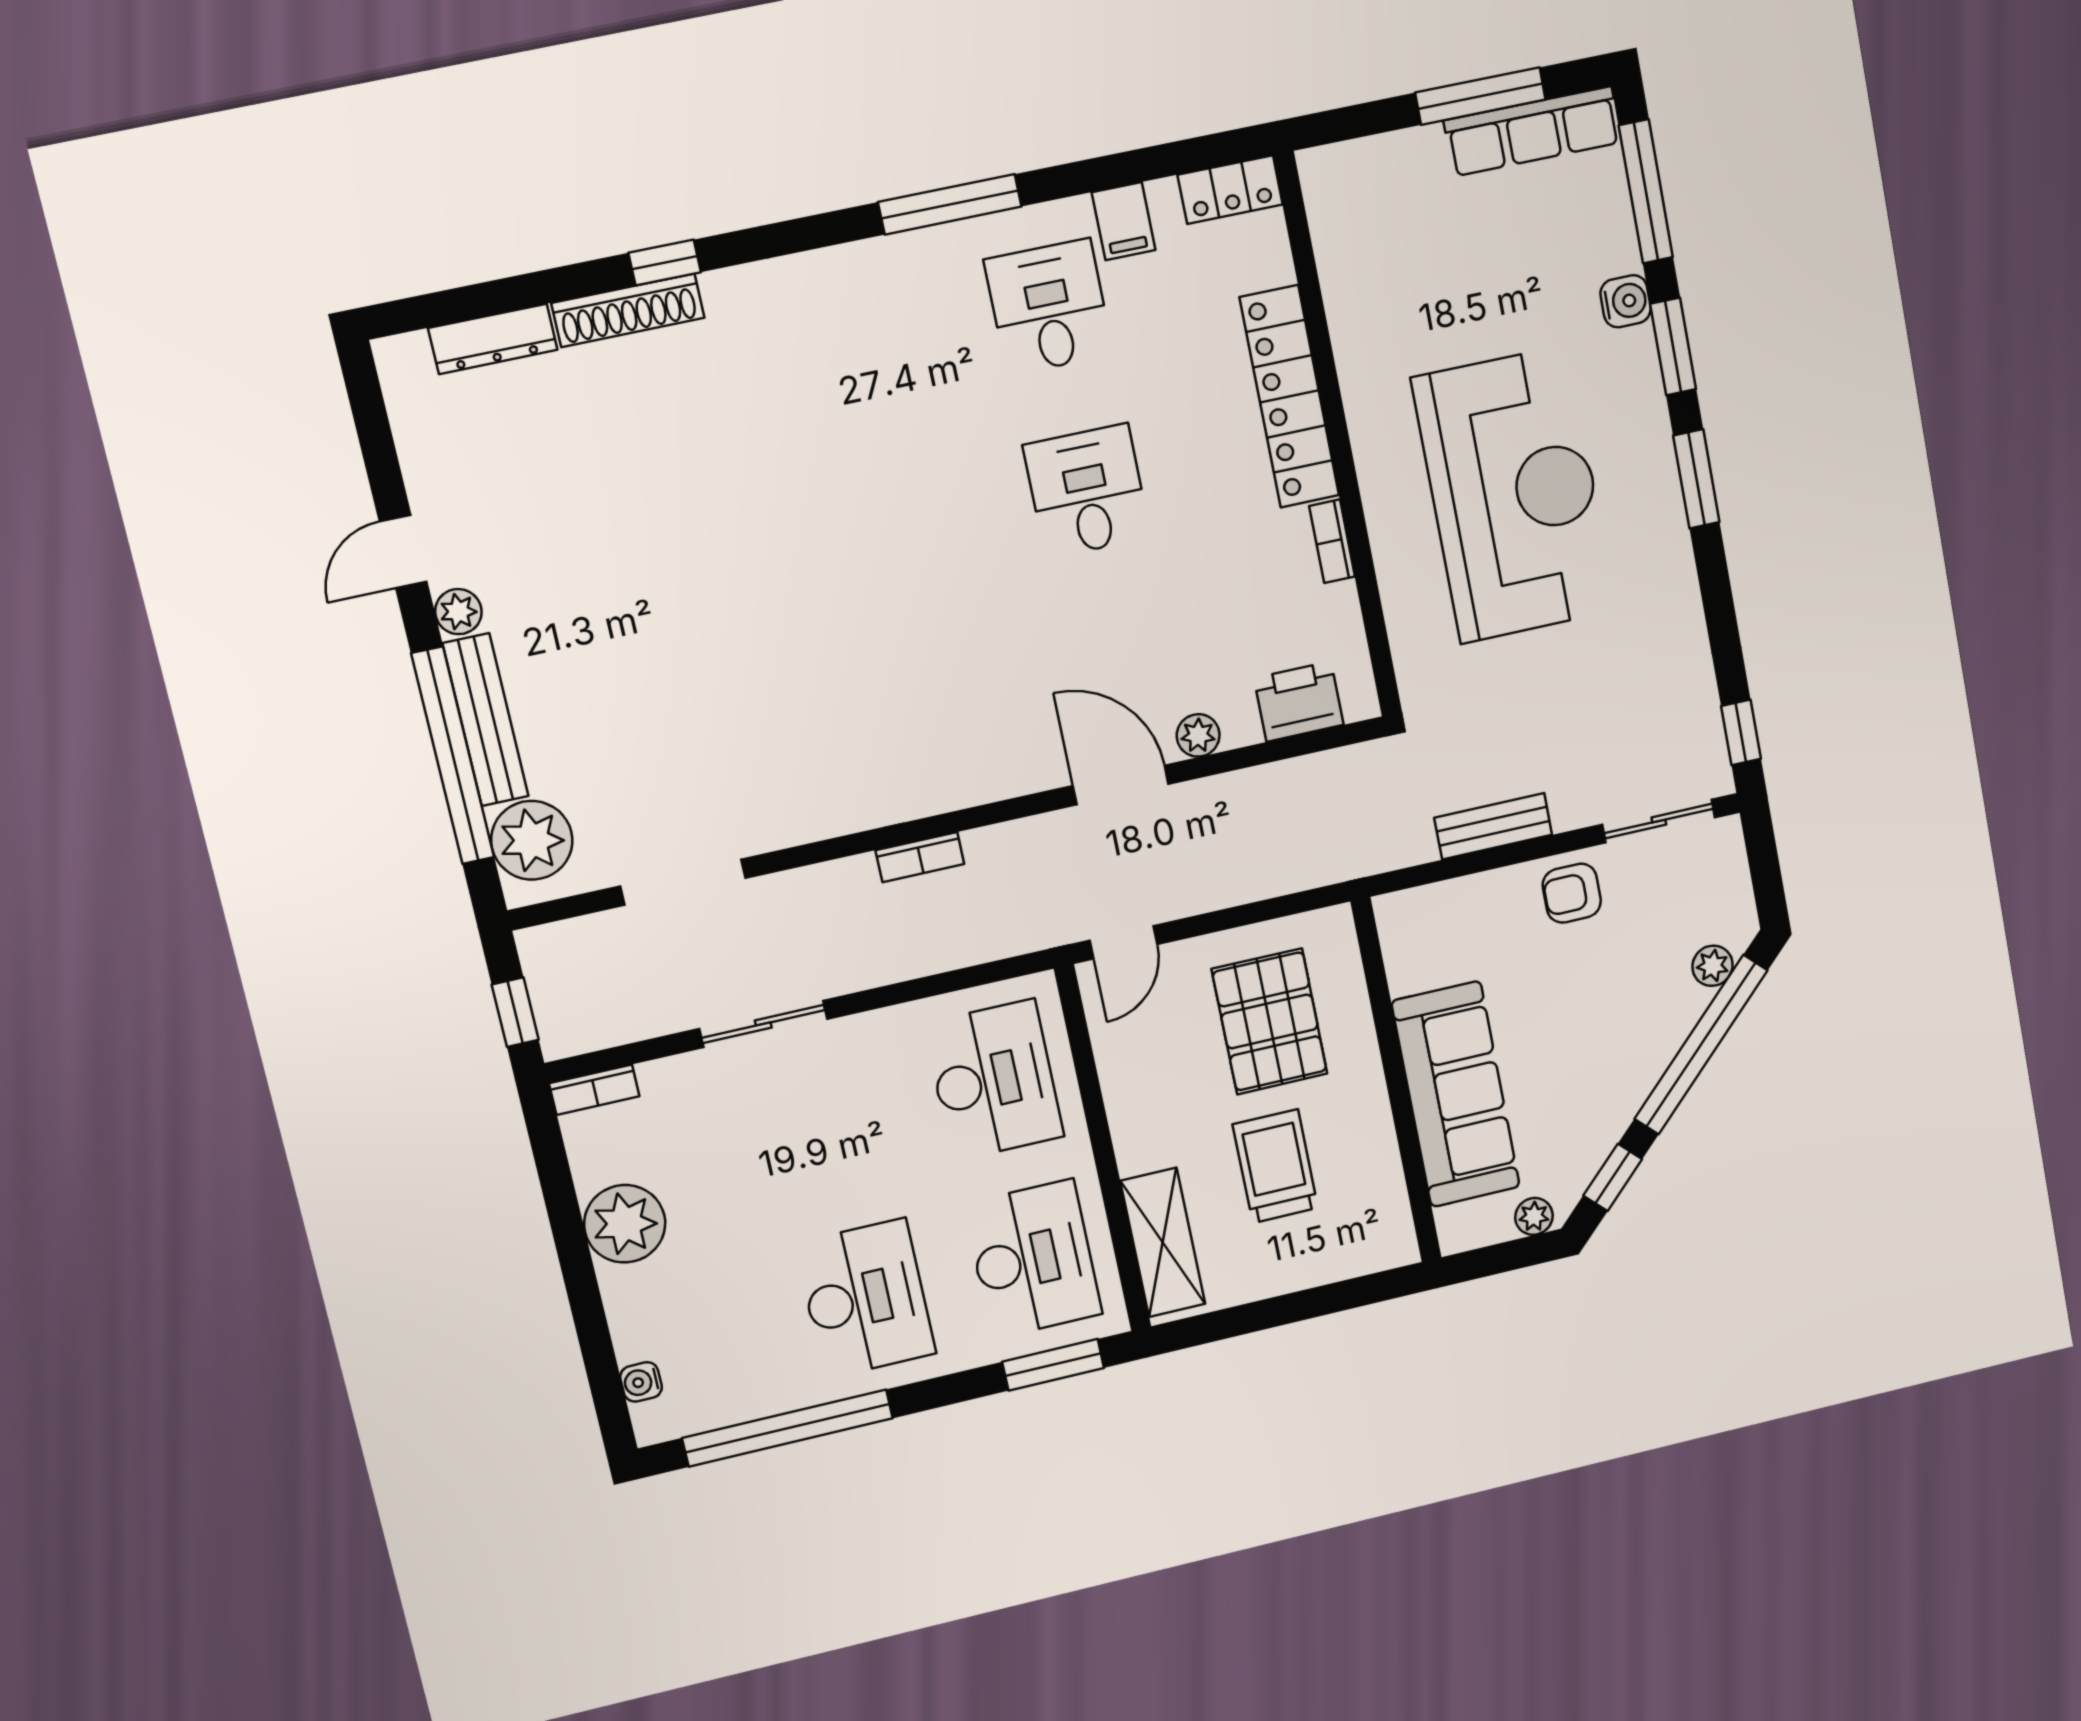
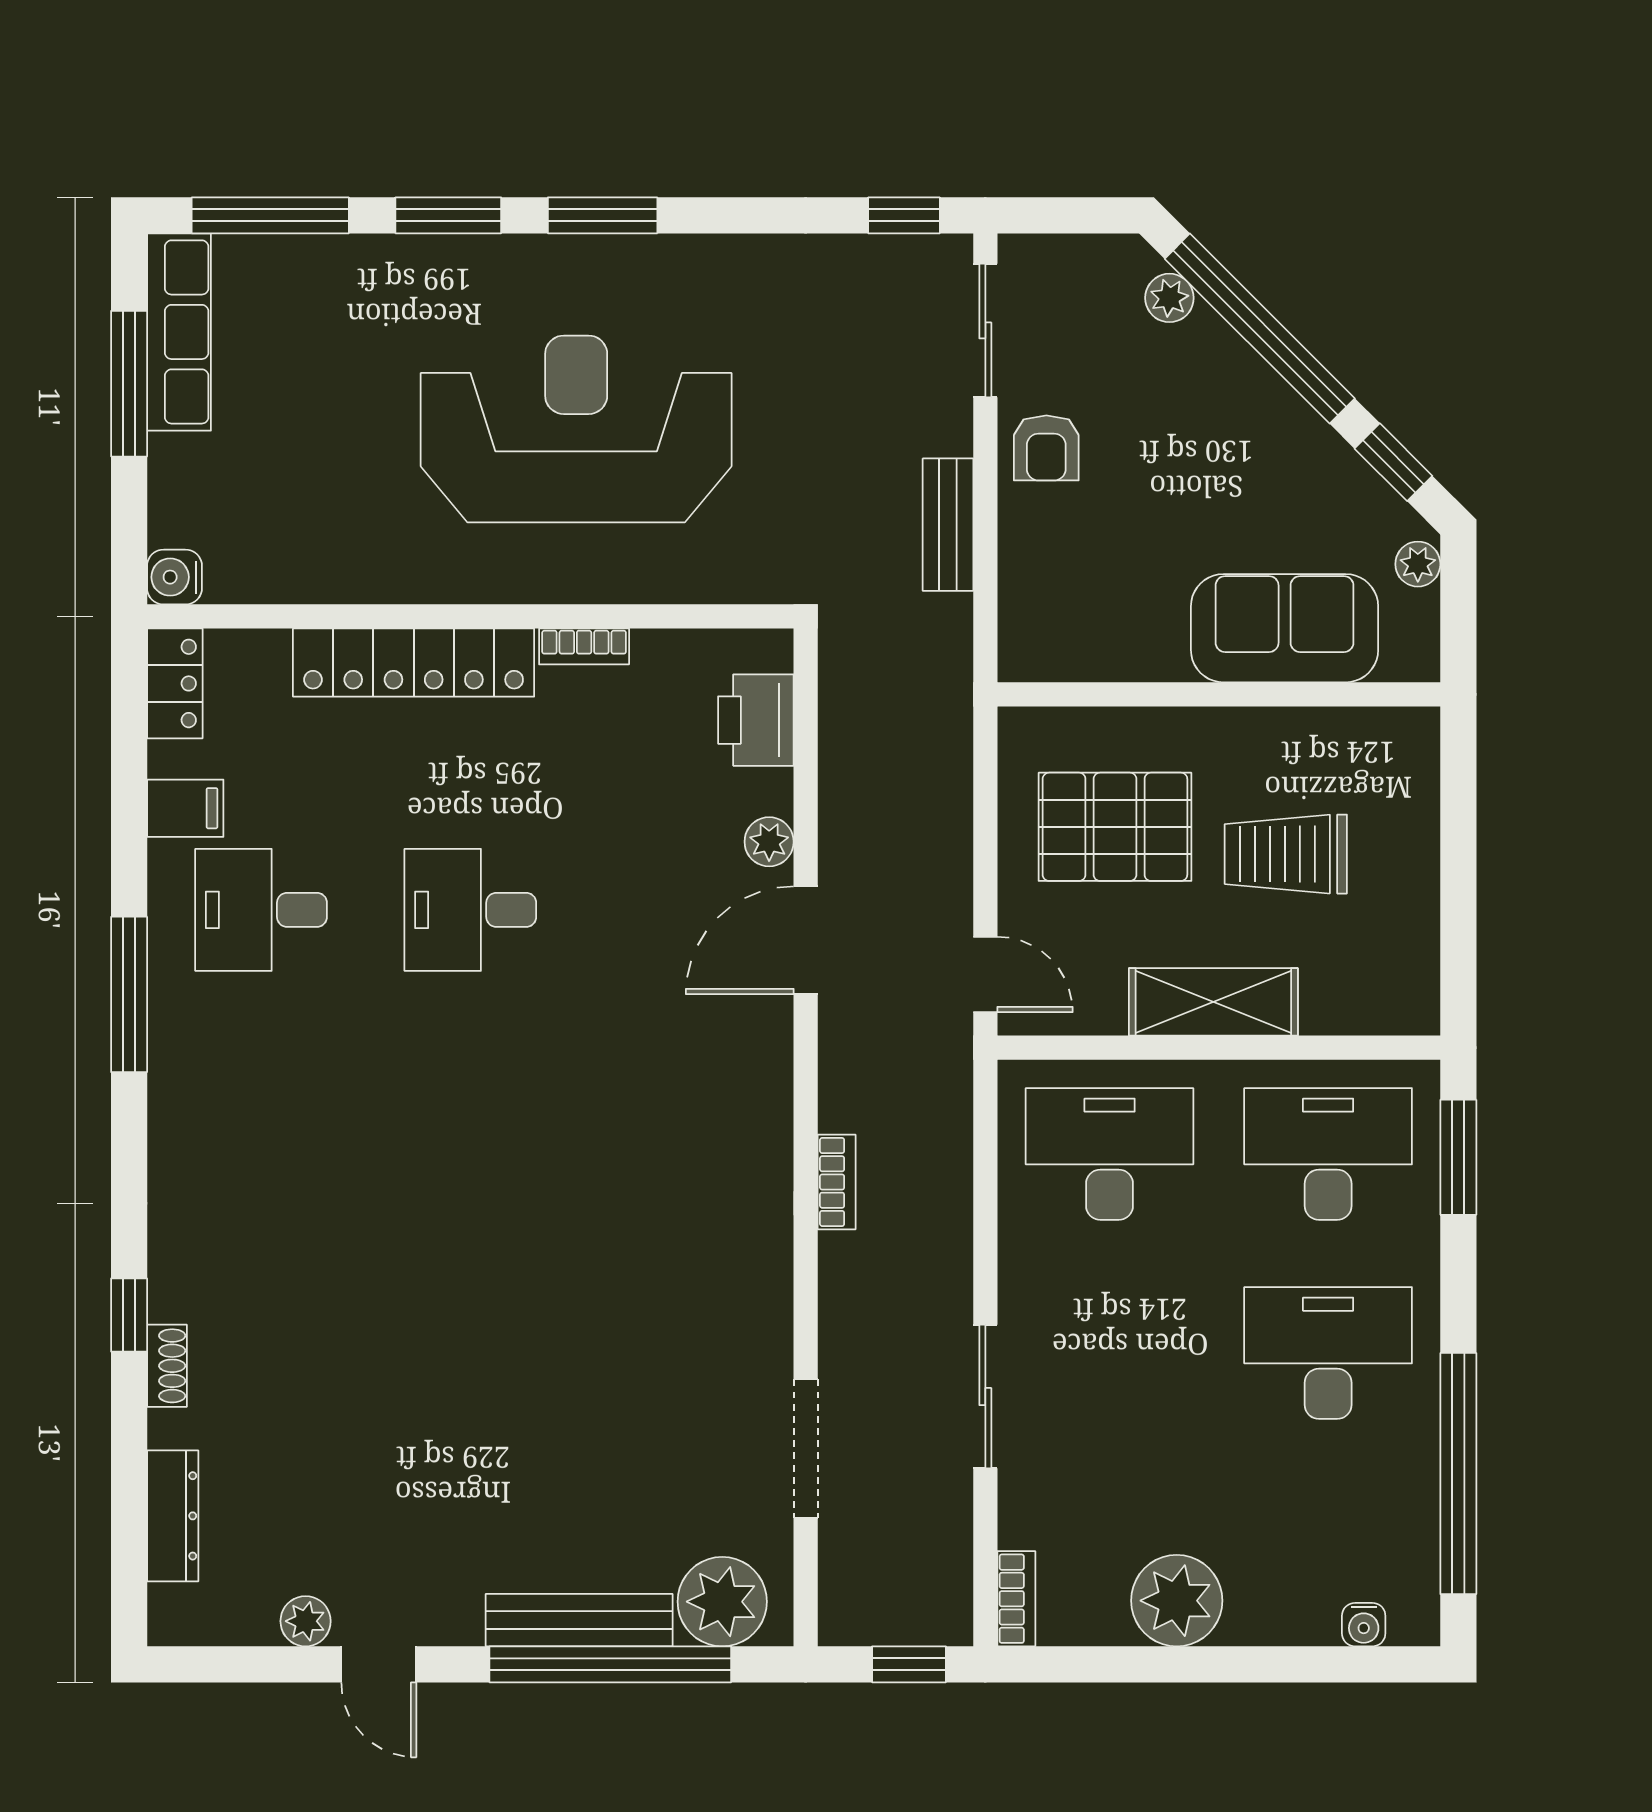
water cooler: (1626, 301) -> (174, 577), moved, turned -90
shoe rack: (628, 310) -> (167, 1366), width x0.51, depth x0.81
plant: (458, 612) -> (306, 1621), moved
sofa: (1456, 1094) -> (1285, 628), width x0.73
shelving: (1163, 1242) -> (1213, 1002), moved

